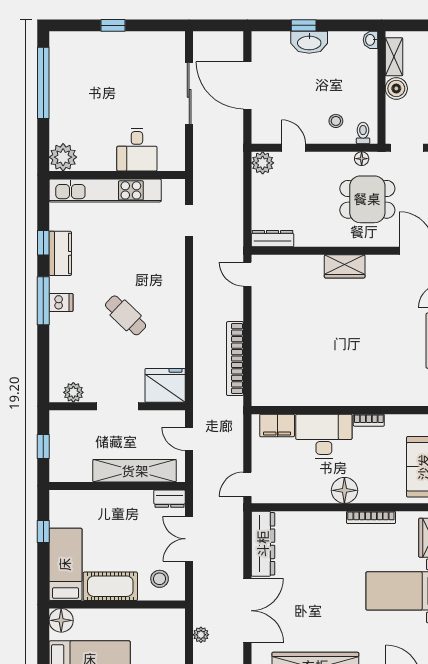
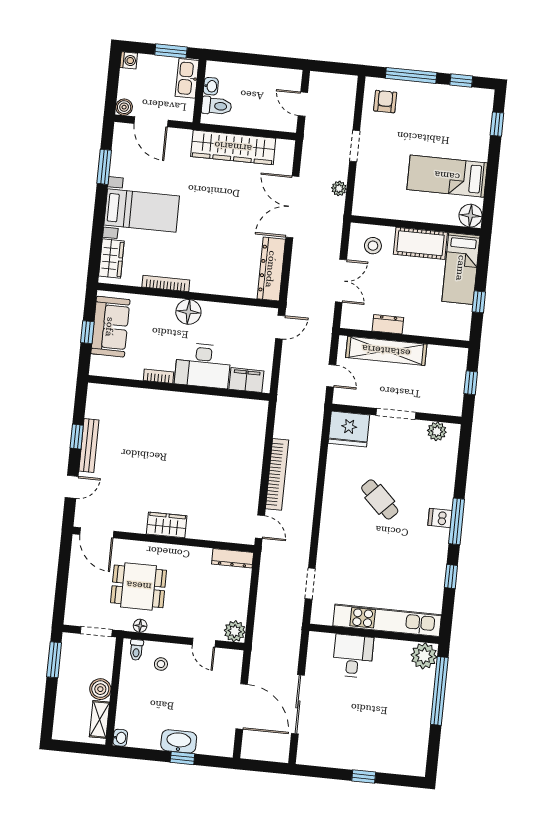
window: (43, 83) -> (439, 691), moved
kitchen counter: (60, 253) -> (436, 565), removed
bookcase: (235, 359) -> (277, 474), moved
dresser: (170, 499) -> (388, 324), moved

